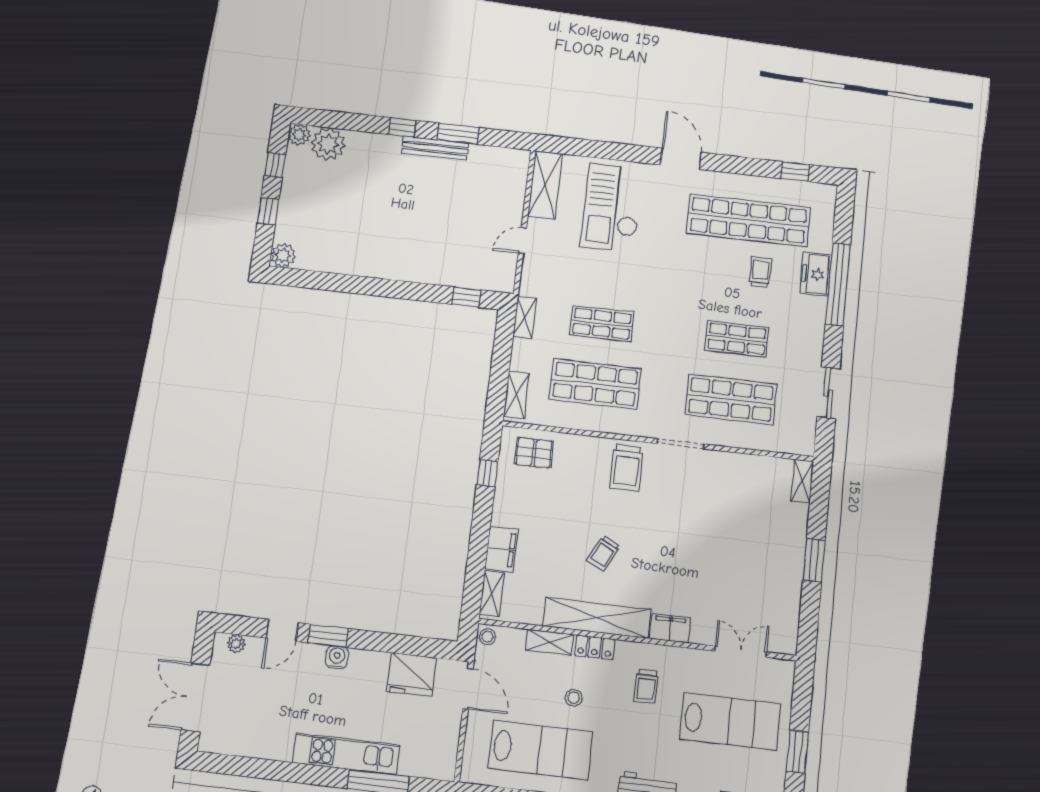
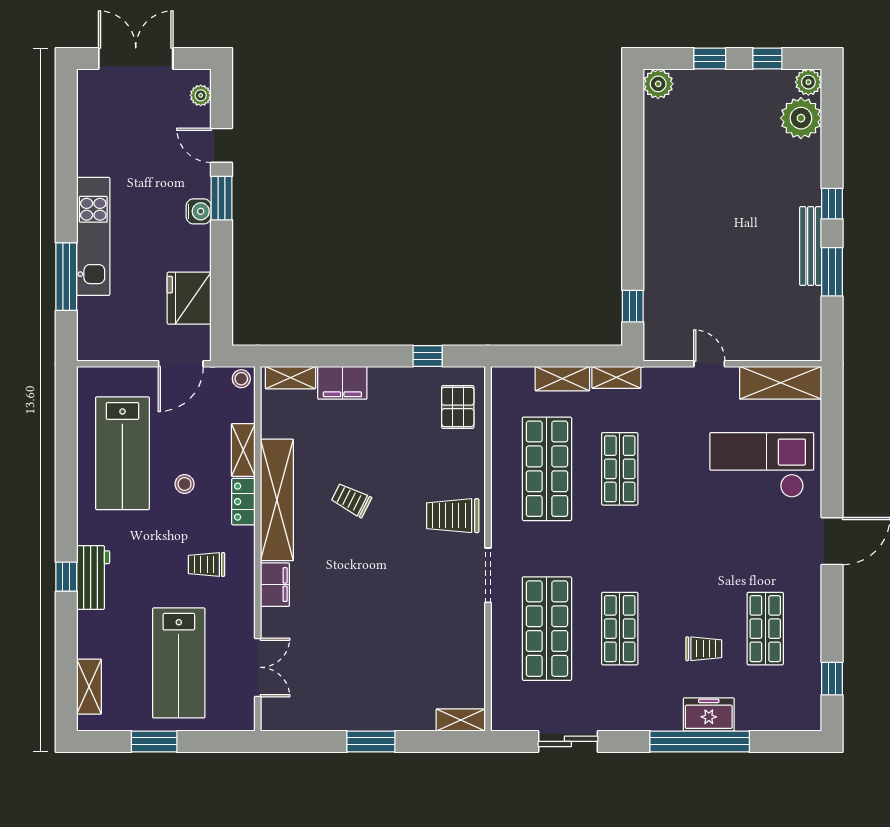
shop shelf: (748, 220) -> (765, 629), width x0.50, depth x0.74
shelving: (516, 395) -> (562, 379), moved

